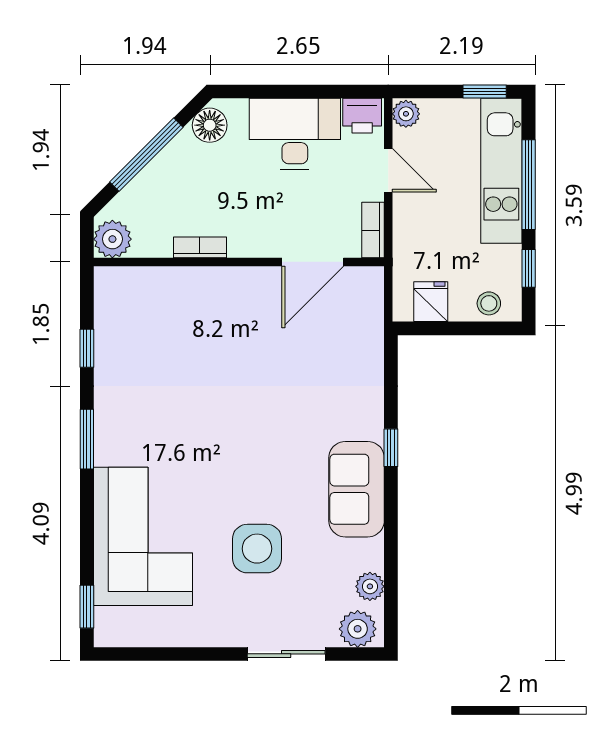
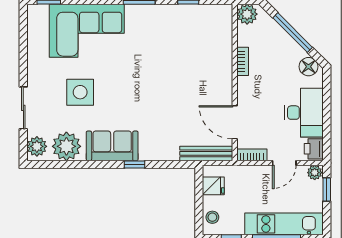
window: (485, 91) -> (327, 190), moved
bench: (371, 315) -> (206, 153), added
plant: (370, 586) -> (66, 146), width x1.87, depth x1.87

